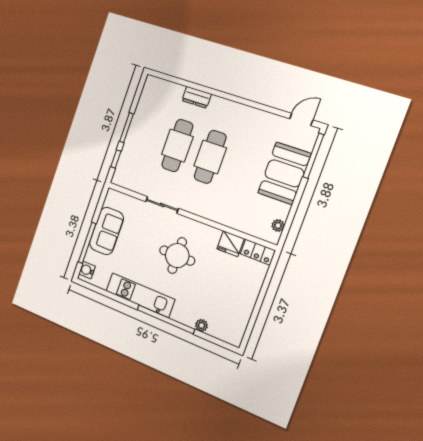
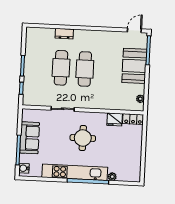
kitchen unit: (140, 295) -> (75, 172), width x1.36

